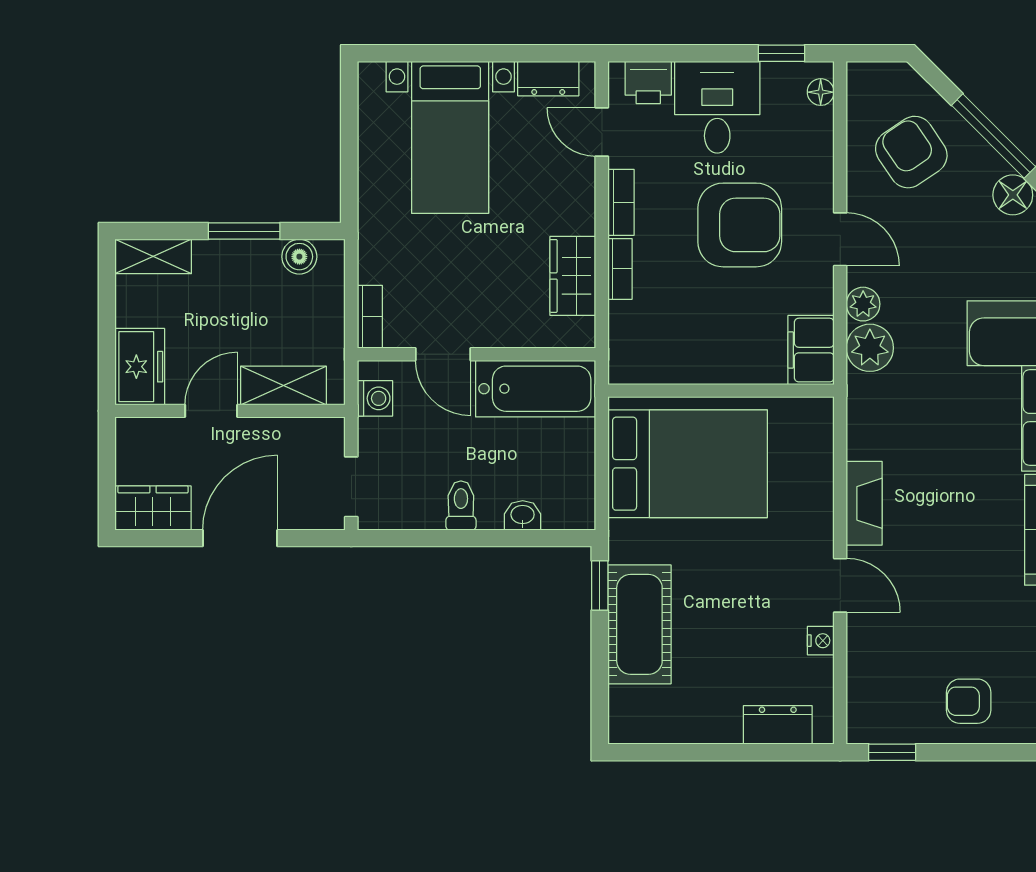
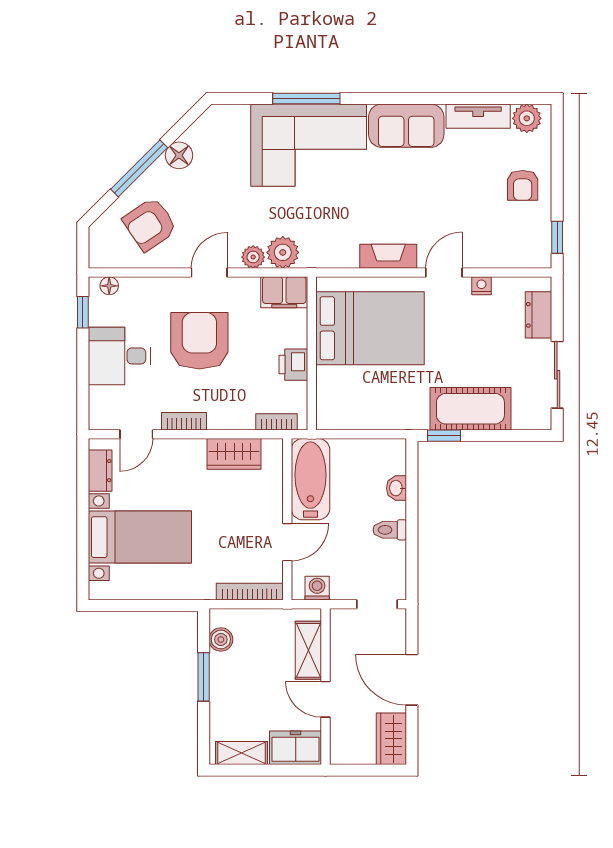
printer: (648, 82) -> (293, 365), moved, turned 180
shelving: (153, 256) -> (241, 753), moved, turned 90
bookcase: (620, 269) -> (277, 422), moved
bookcase: (370, 317) -> (250, 592), width x1.56
bed: (688, 464) -> (370, 328), moved, turned 90
sliding door: (690, 752) -> (557, 375), added

